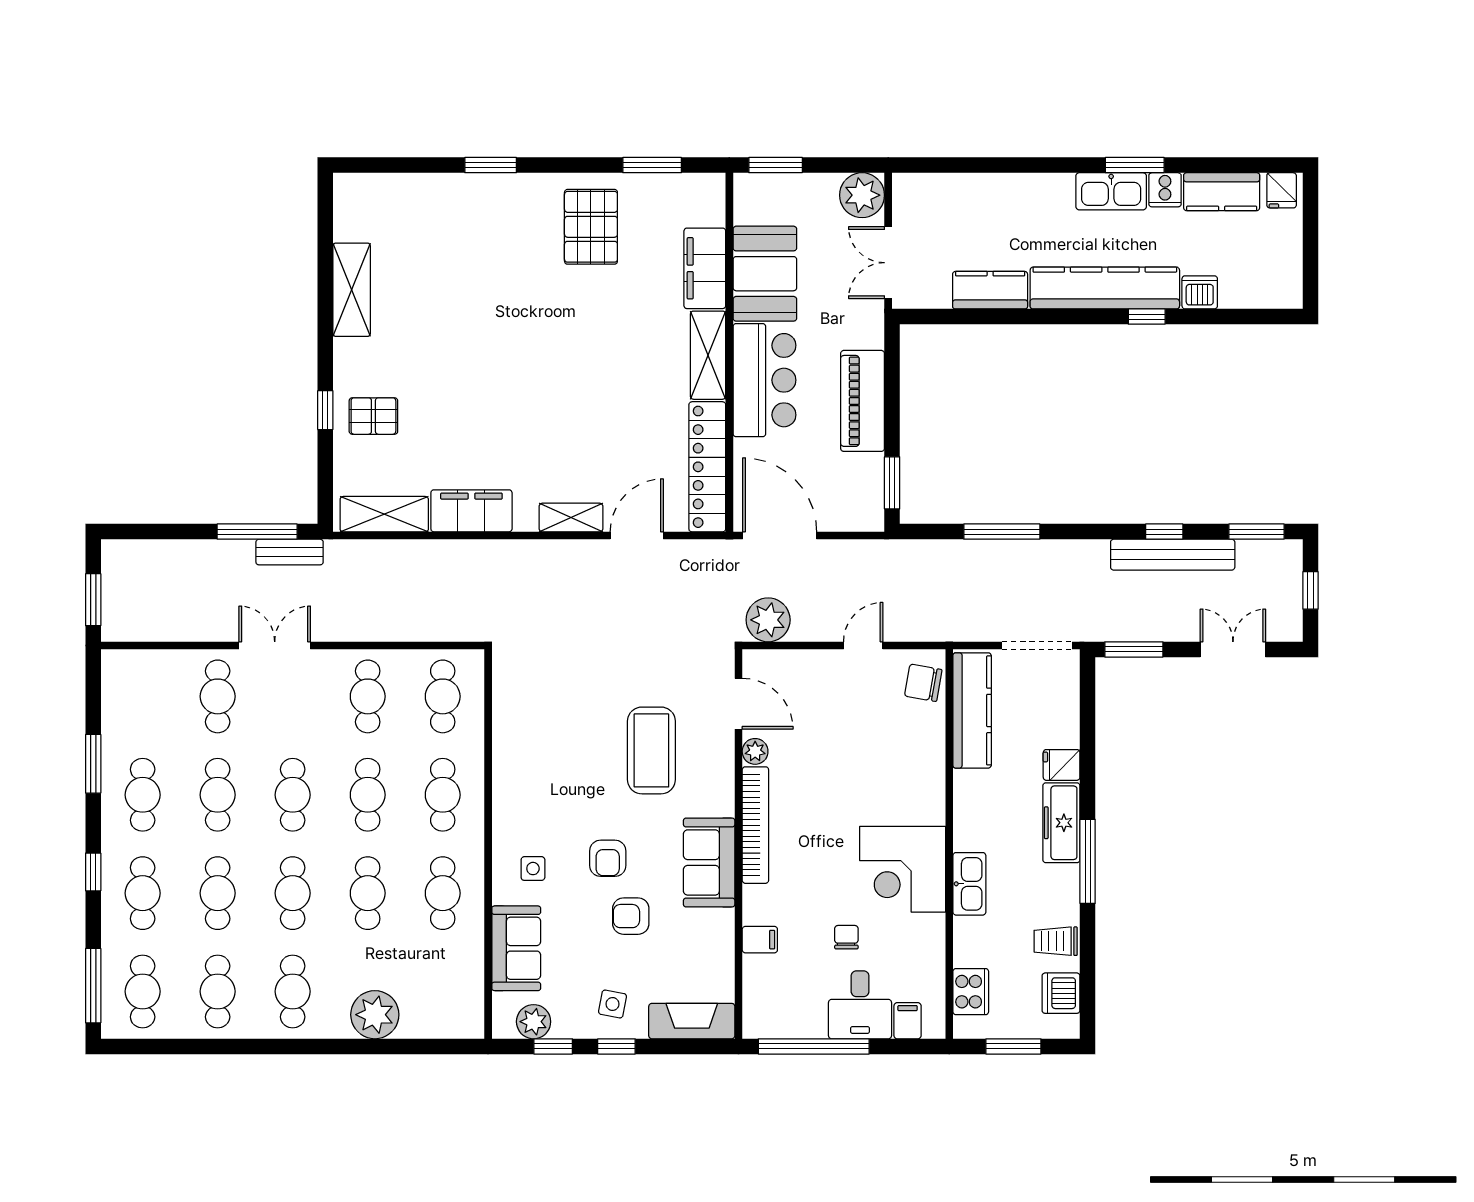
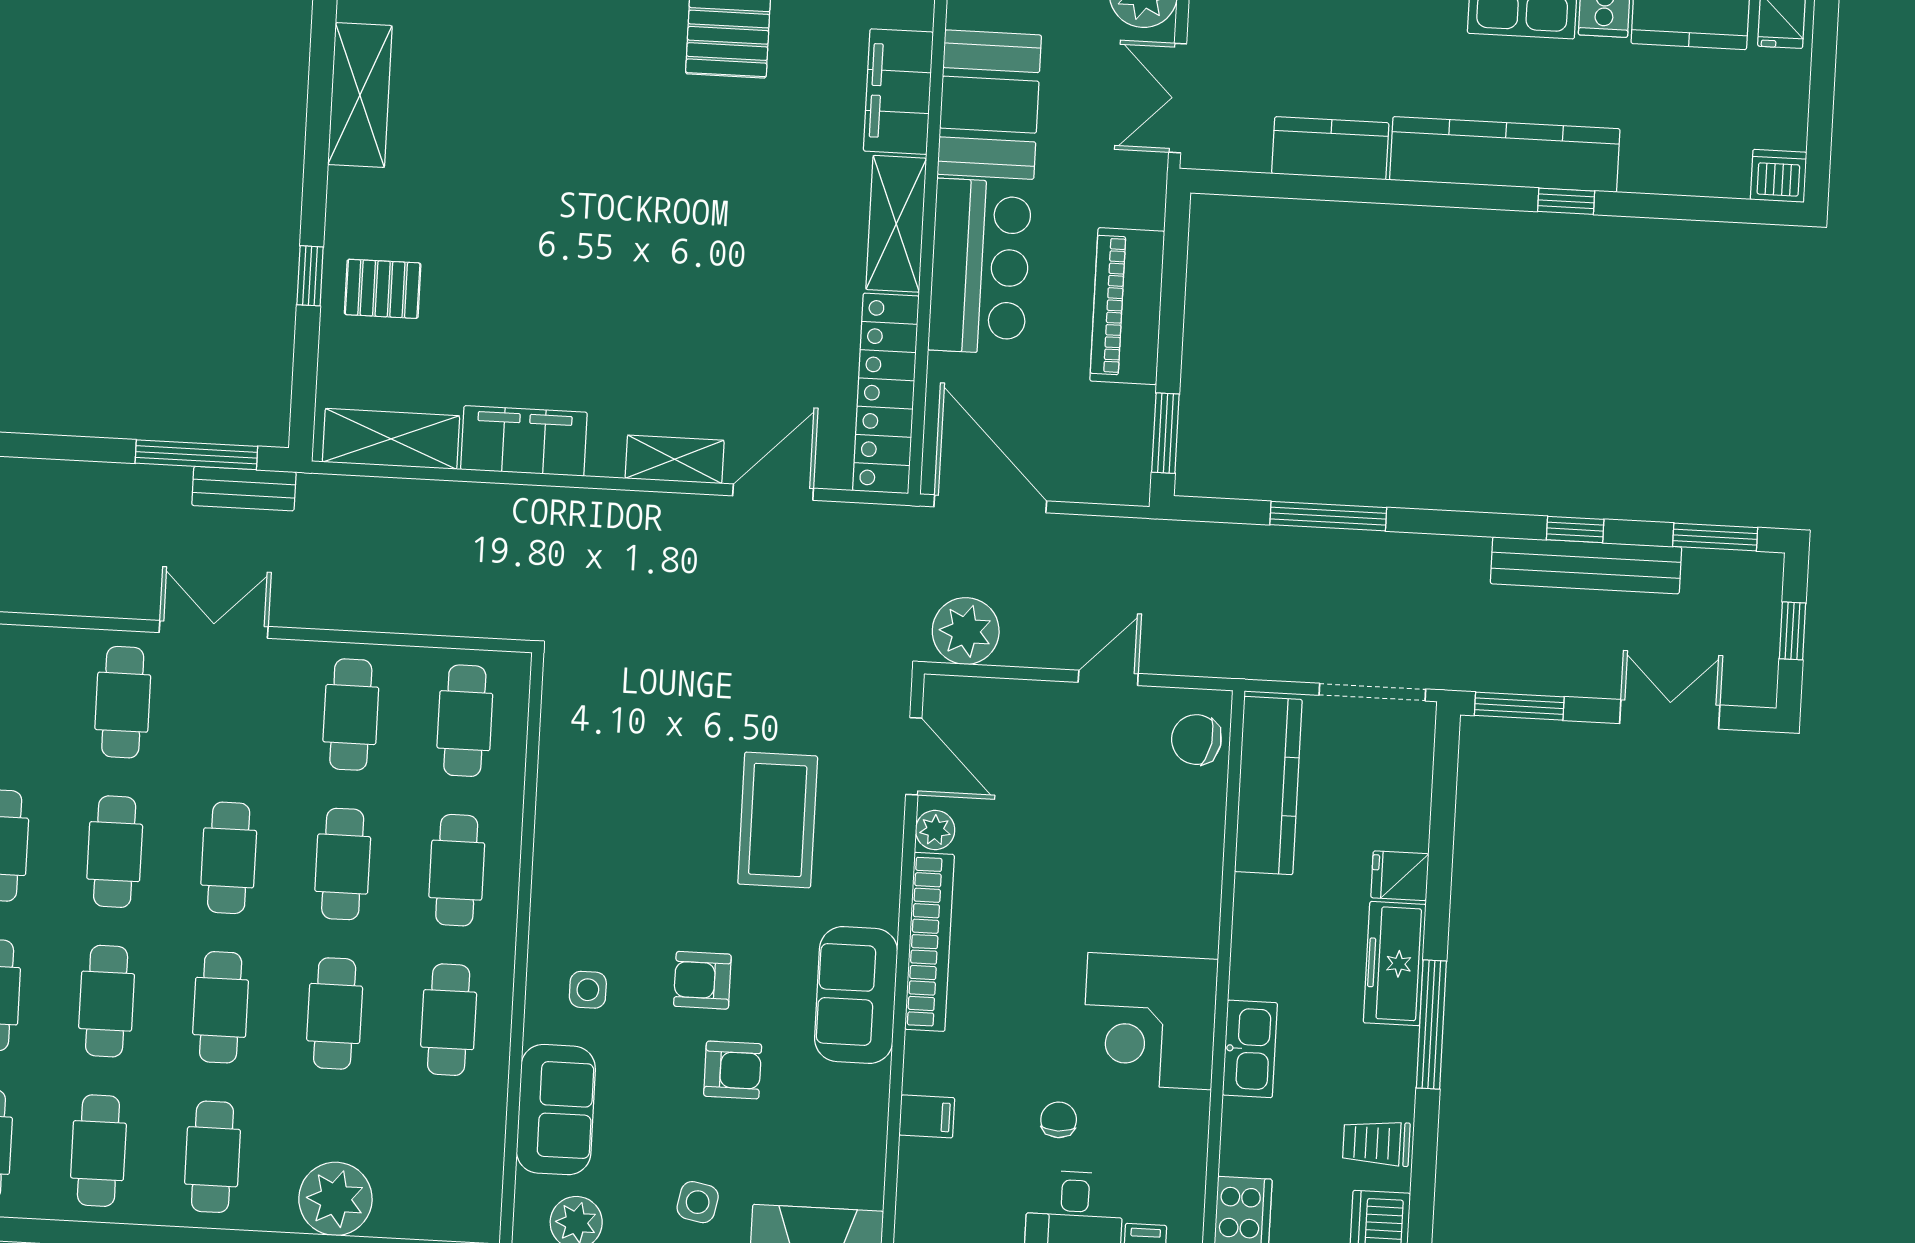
dishwasher: (1200, 292) -> (1779, 176), moved
armchair: (608, 858) -> (702, 980), turned 90
armchair: (631, 916) -> (733, 1070), turned 180

